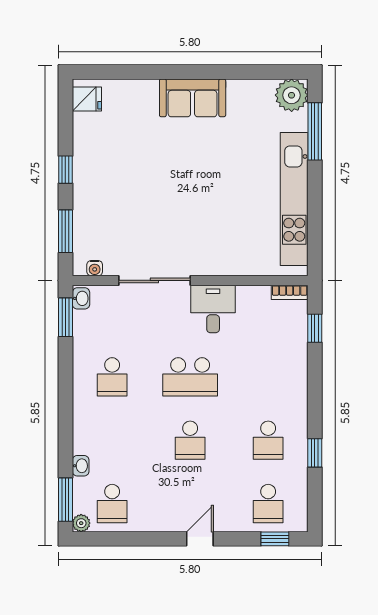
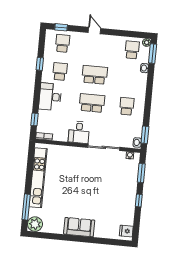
desk: (284, 382) -> (50, 97), added
school desk: (190, 440) -> (95, 75), width x1.85
door: (200, 539) -> (94, 30), swing flipped

